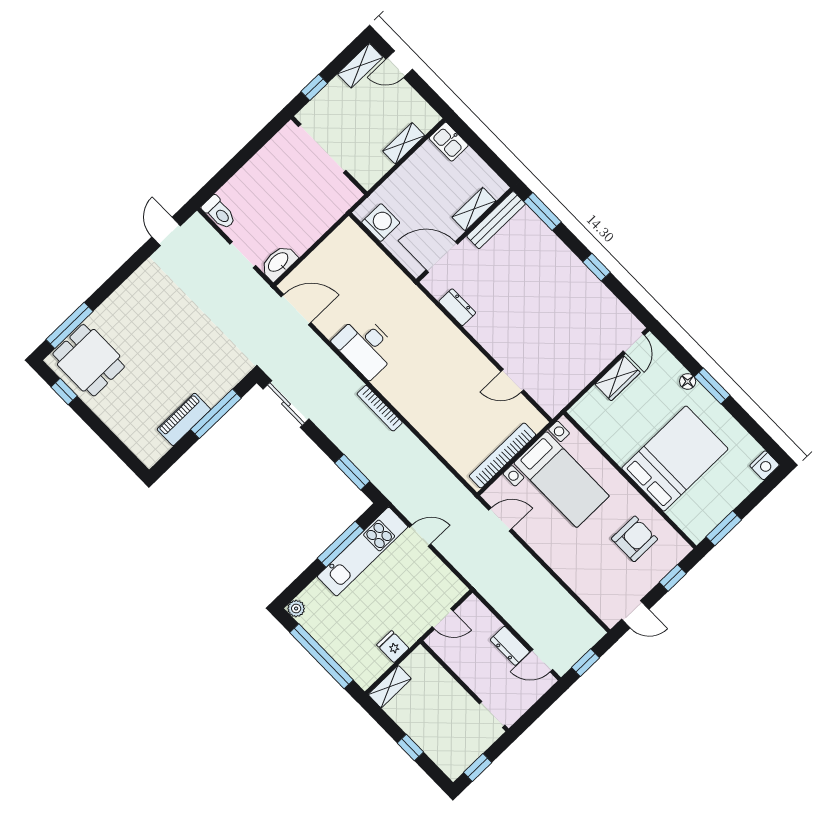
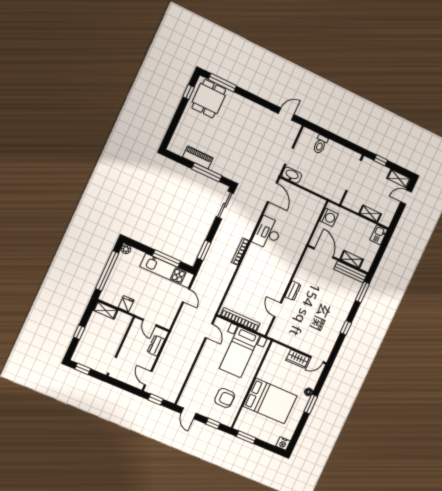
door: (399, 64) -> (406, 197), hinge flipped
toilet: (219, 213) -> (320, 144), moved
dresser: (457, 307) -> (293, 291), moved
dresser: (510, 646) -> (156, 346), moved

